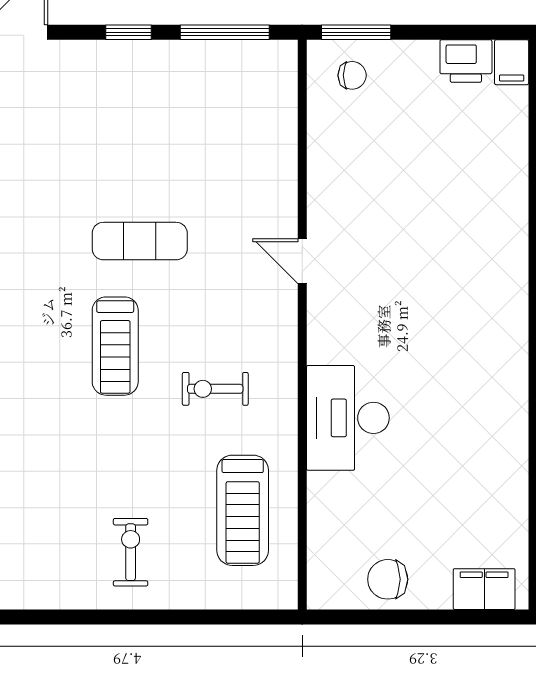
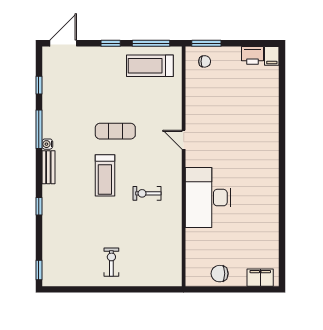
desk: (348, 418) -> (208, 198), width x1.36, depth x1.30
treadmill: (243, 510) -> (150, 66), moved, turned 90

